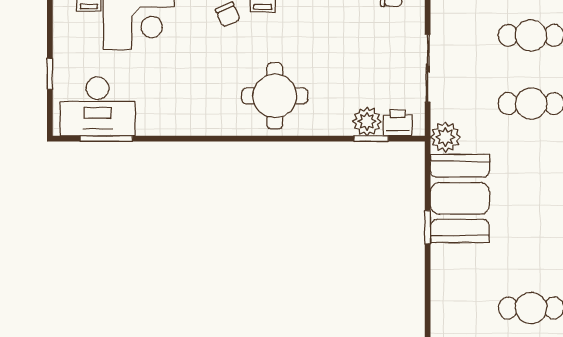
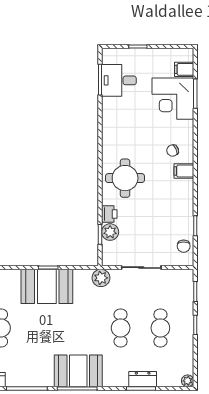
desk: (98, 106) -> (119, 80), width x0.73
printer: (398, 123) -> (109, 214), moved
booth: (460, 198) -> (47, 286), moved

